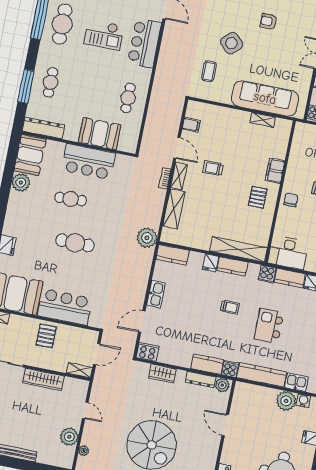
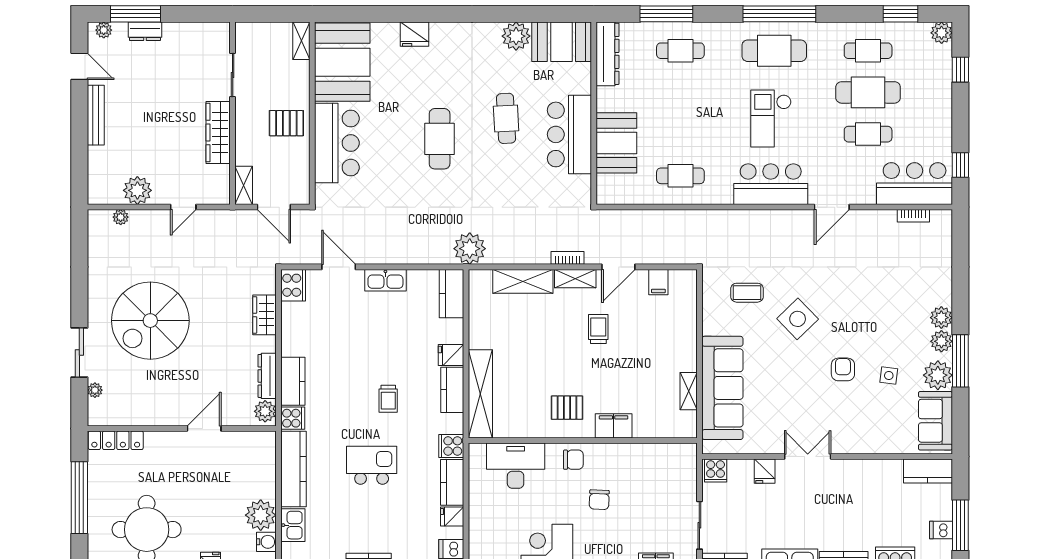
desk: (288, 252) -> (516, 466), moved, turned 90

